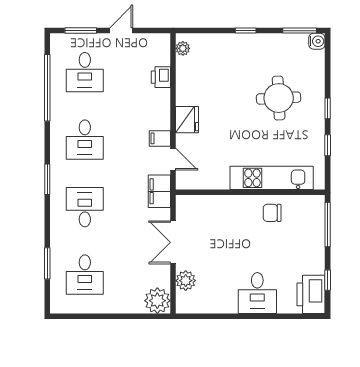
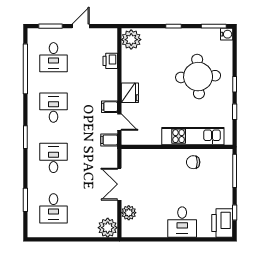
plant: (183, 48) -> (131, 40), width x1.88, depth x1.88
round table: (279, 98) -> (198, 77), width x1.36, depth x1.36
desk: (85, 140) -> (53, 108), turned 180
filing cabinet: (159, 191) -> (109, 140), width x0.50

